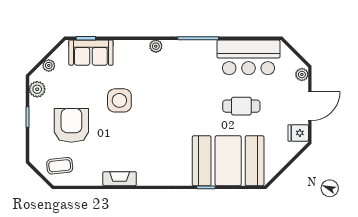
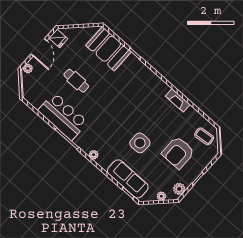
sofa: (91, 53) -> (128, 179), width x1.36
bar counter: (248, 57) -> (63, 116), moved
door: (310, 106) -> (39, 47), swing flipped
booth: (228, 161) -> (108, 49), width x0.73, depth x0.70

